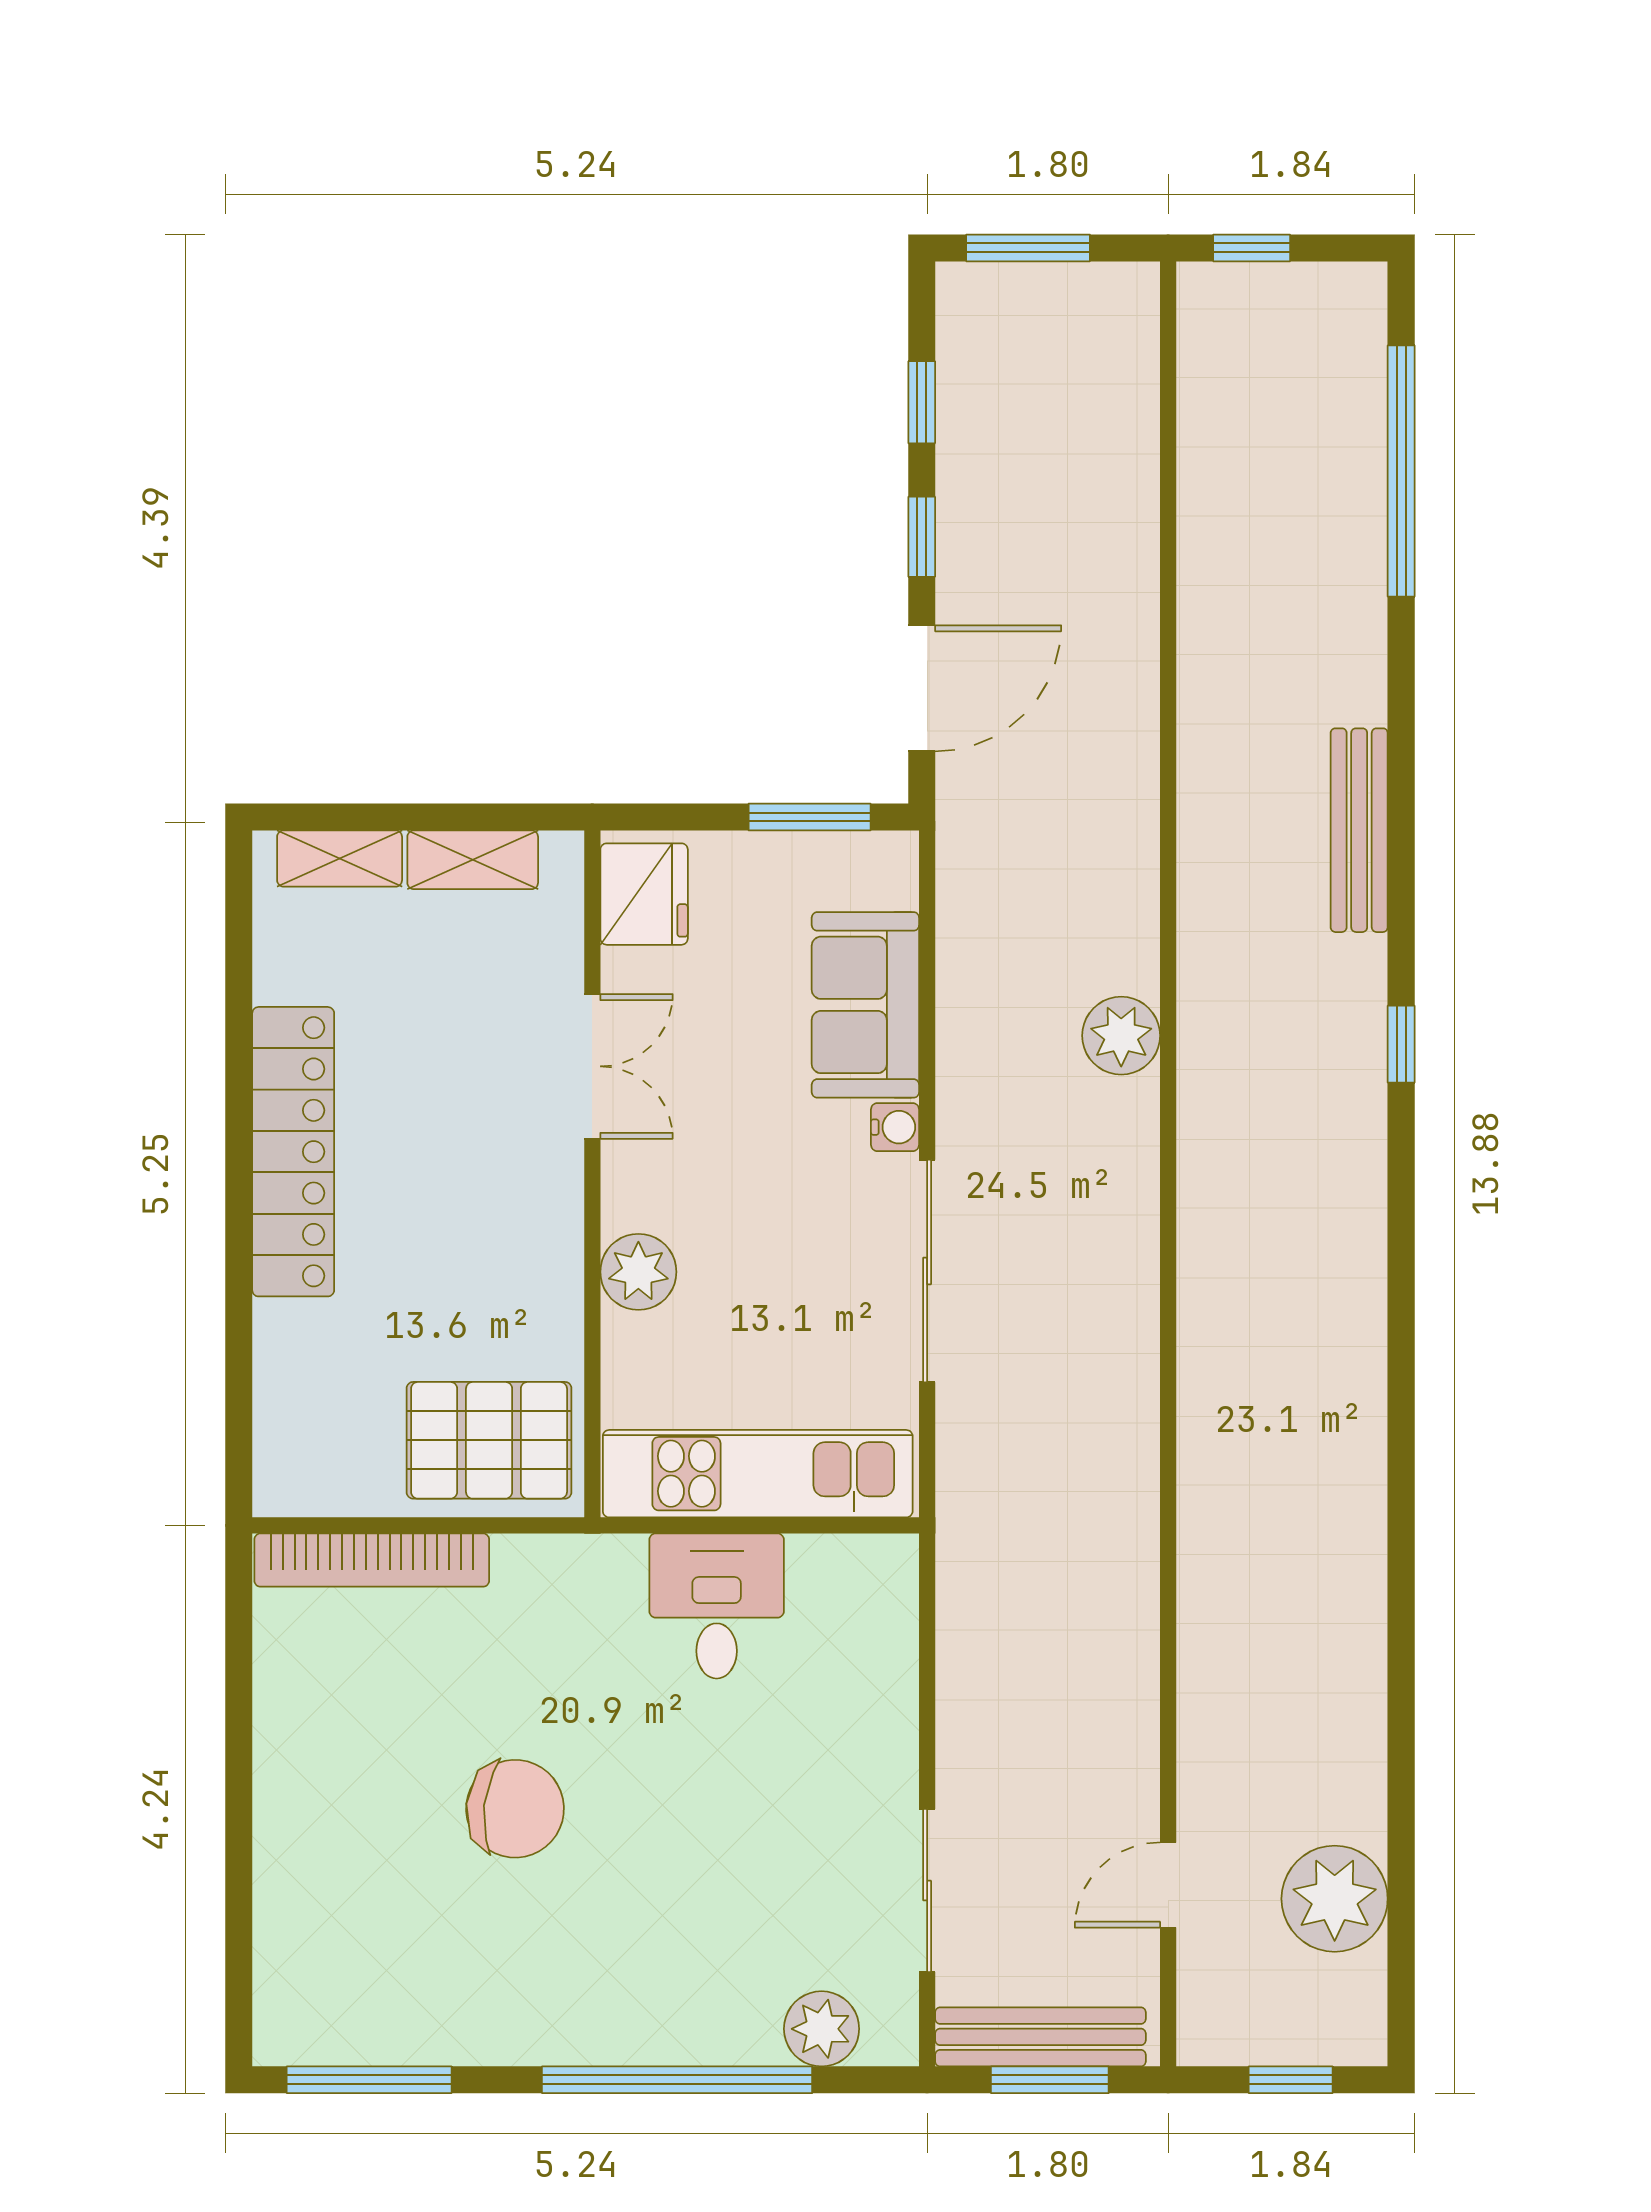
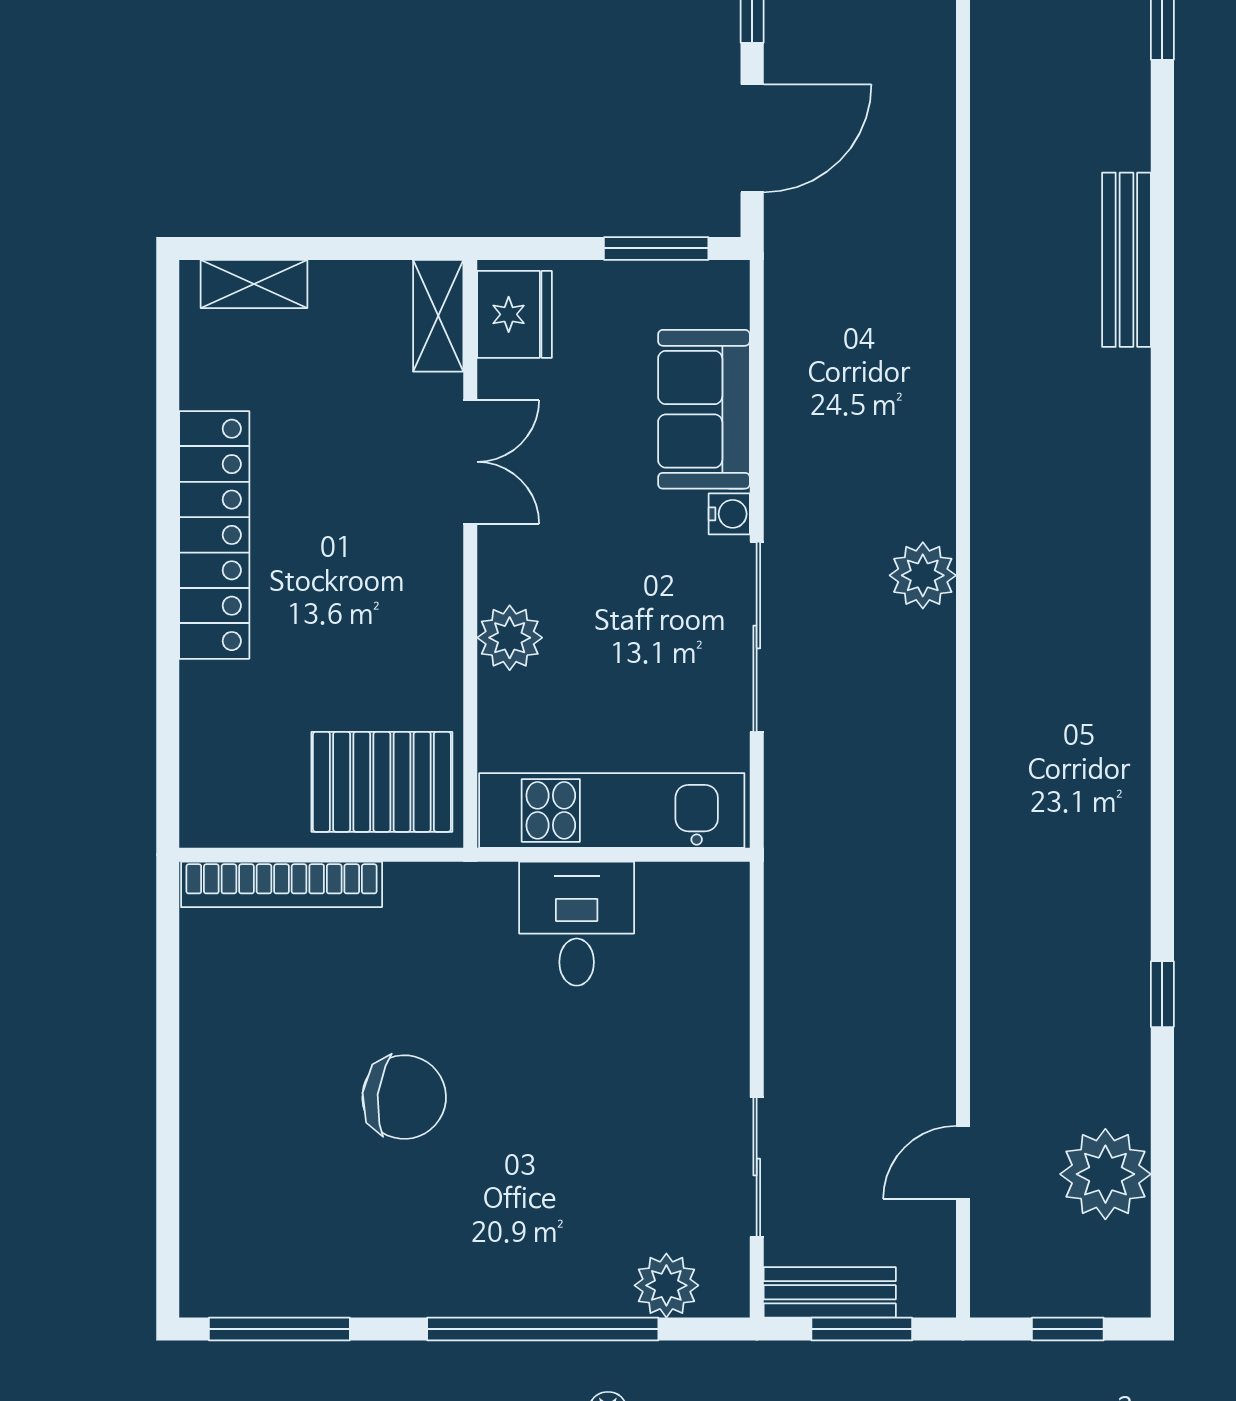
shelving: (473, 860) -> (438, 316), moved, turned 90
plant: (1121, 1036) -> (923, 575), moved
window: (1401, 1044) -> (1162, 994), moved
bench: (1040, 2037) -> (830, 1292), width x0.73

